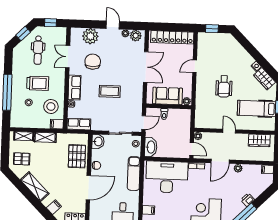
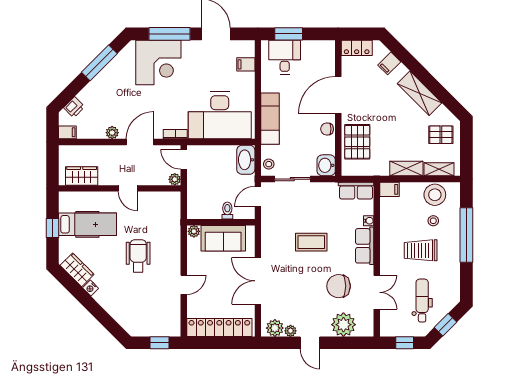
chair: (93, 62) -> (339, 286), turned 90
stool: (51, 106) -> (435, 195), moved
printer: (248, 200) -> (74, 107), moved

